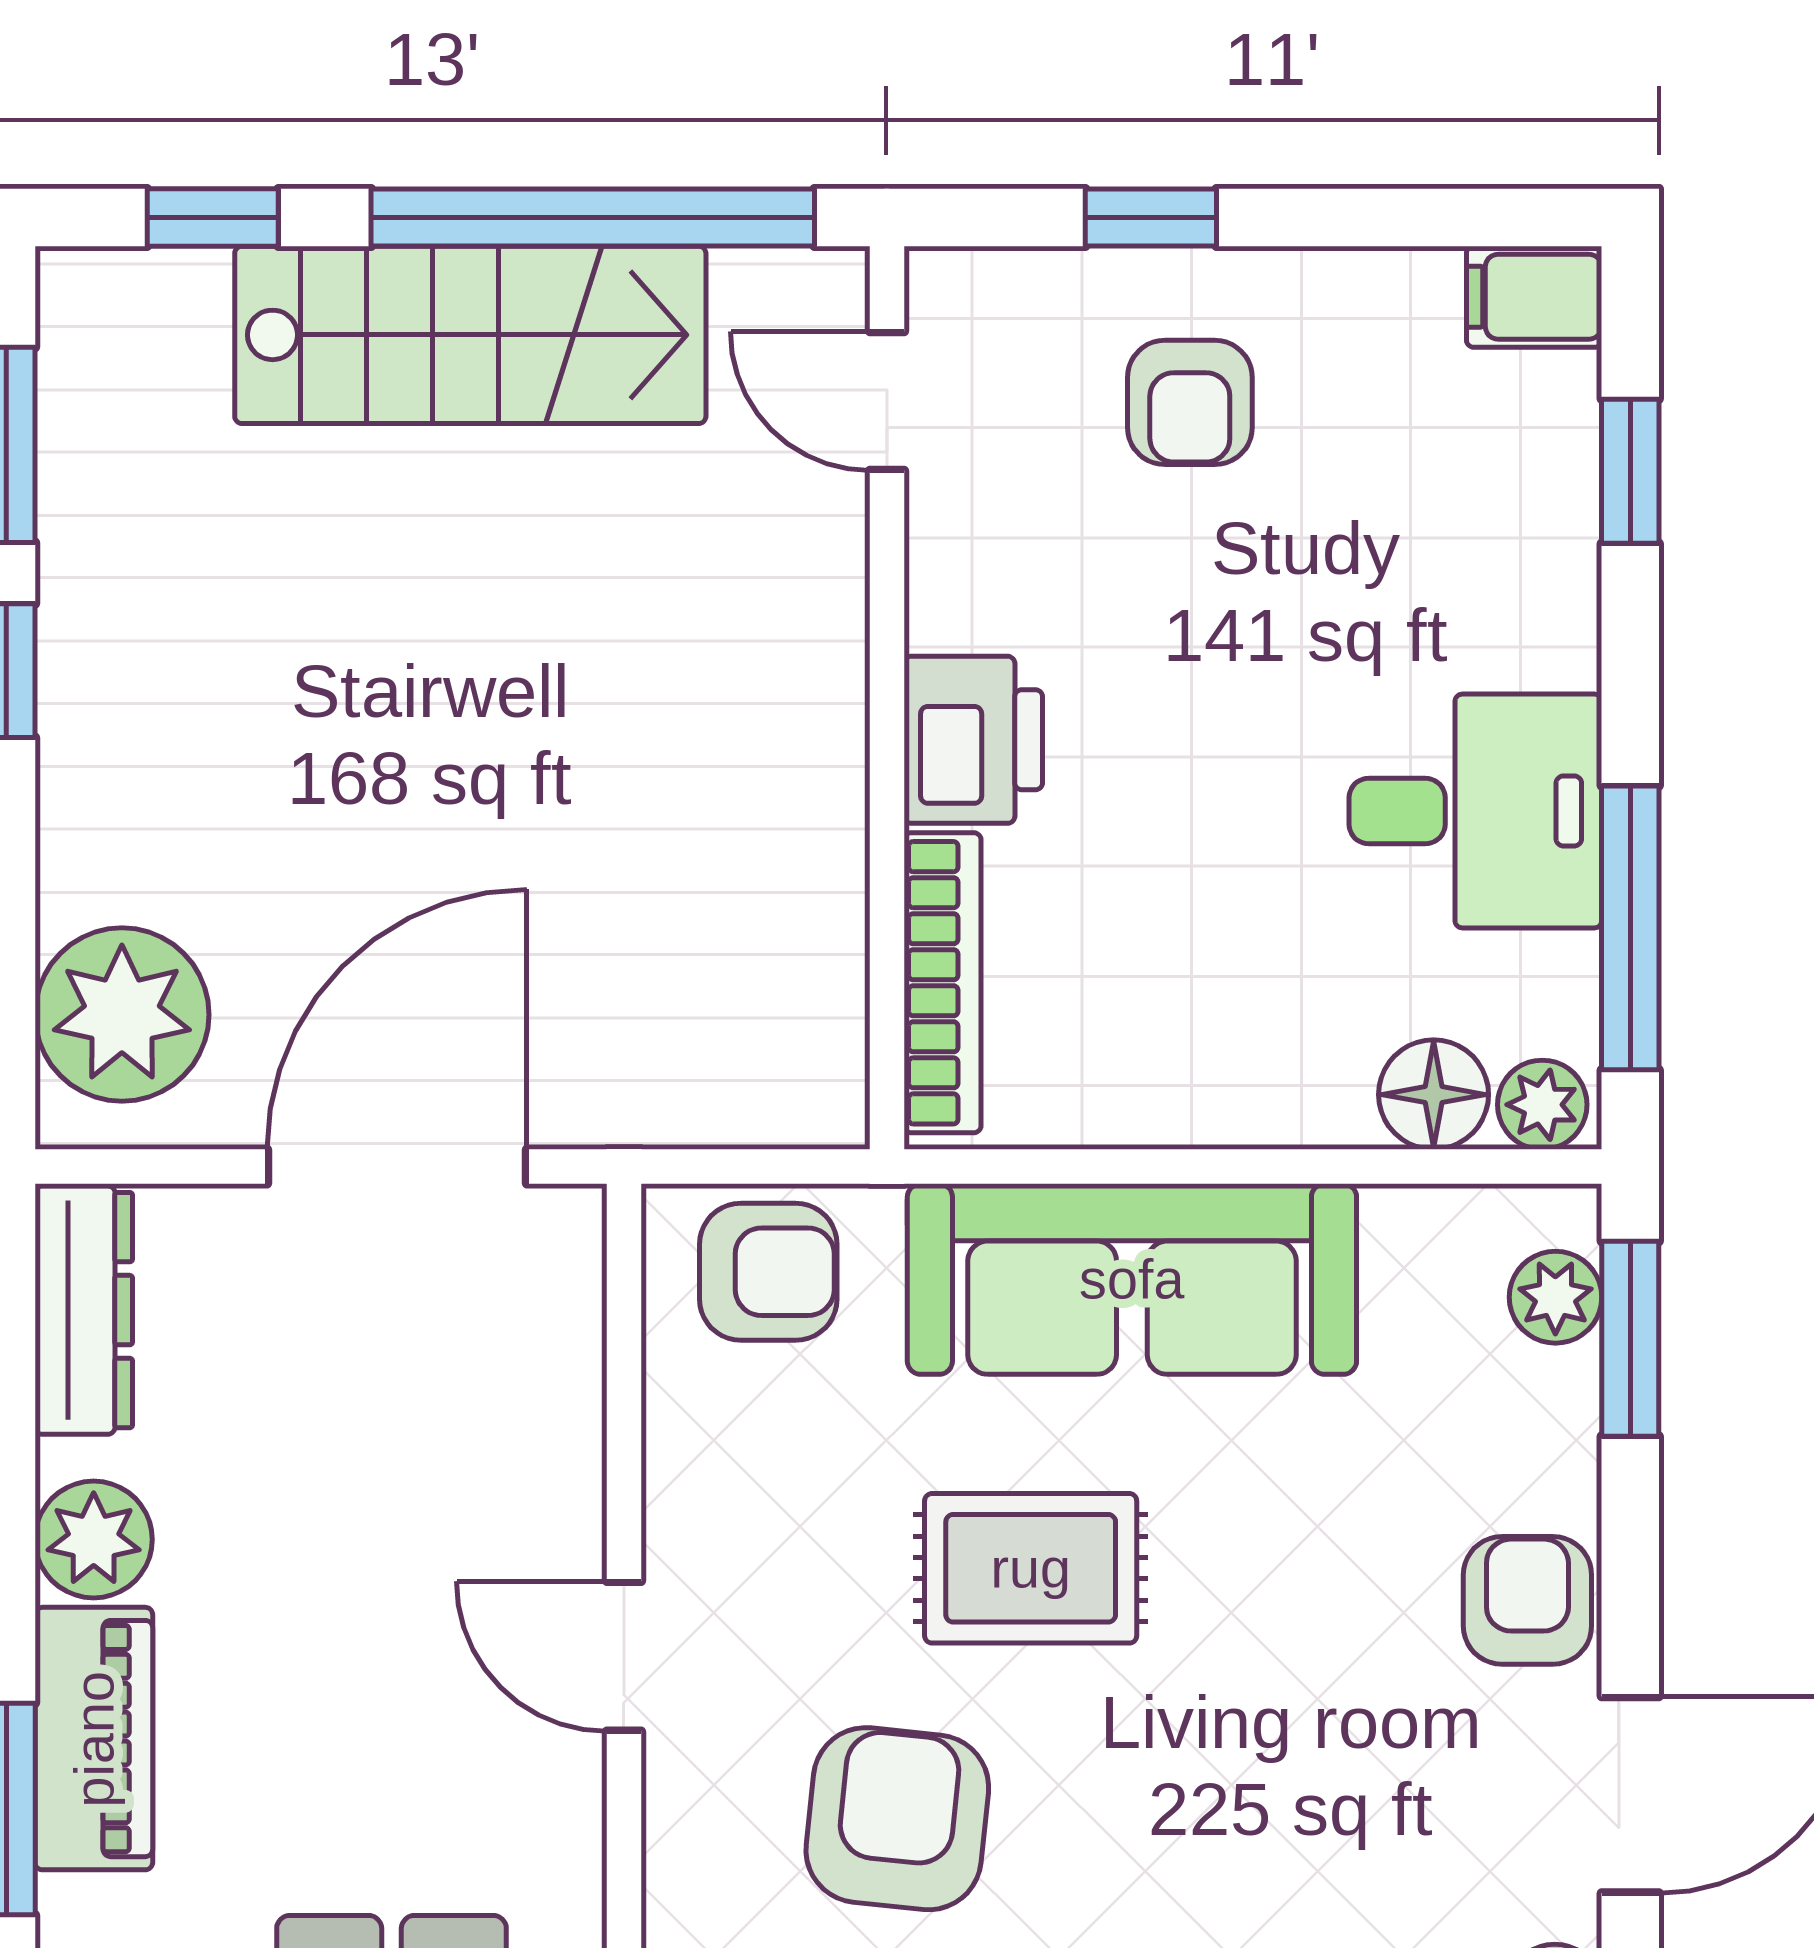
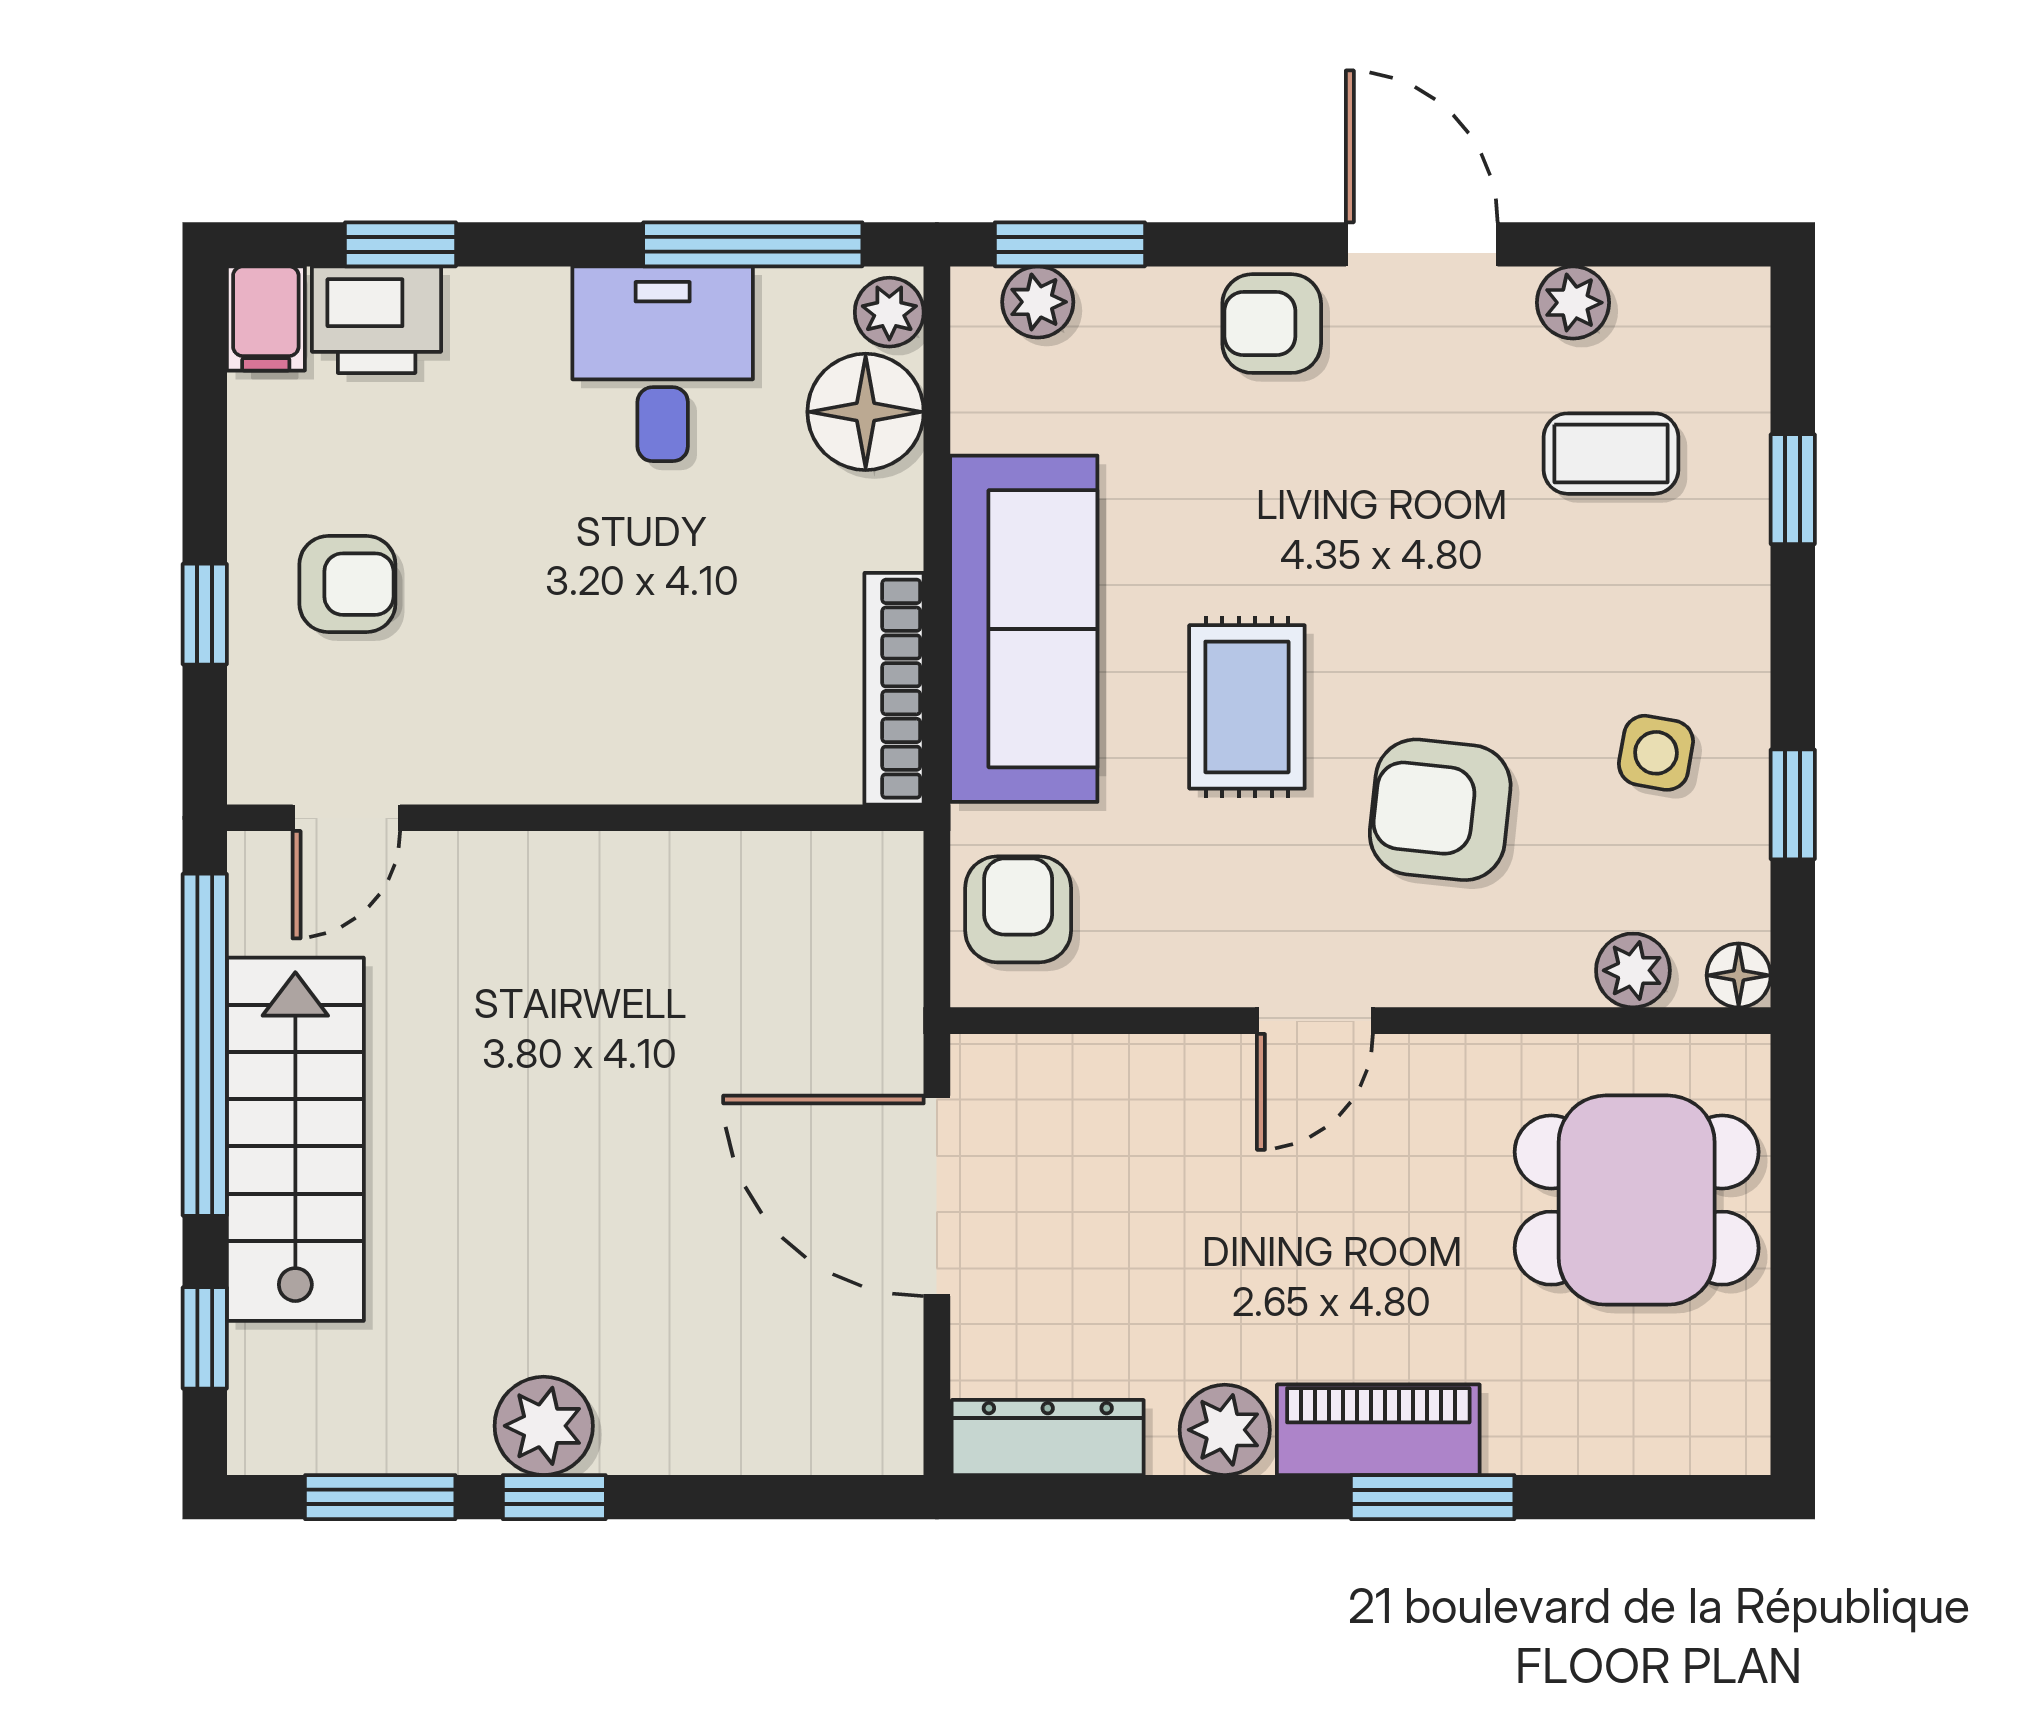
printer: (973, 740) -> (377, 320), moved, turned 180
bookcase: (943, 983) -> (894, 689), moved, turned -90
plant: (122, 1015) -> (544, 1426), moved, width x0.73, depth x0.73
floor lamp: (1434, 1095) -> (866, 412), width x1.38, depth x1.38

